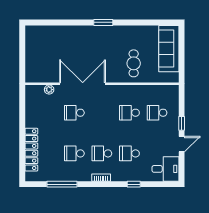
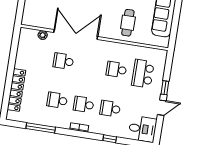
school desk: (157, 113) -> (143, 74), width x1.85

